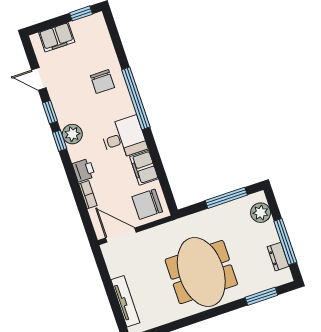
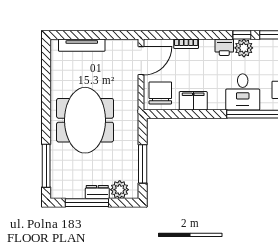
desk: (124, 138) -> (243, 92), moved
printer: (84, 170) -> (224, 47), moved
dresser: (278, 257) -> (97, 192), moved
meeting table: (201, 272) -> (85, 120), turned 90
window: (261, 296) -> (46, 166), width x1.44

